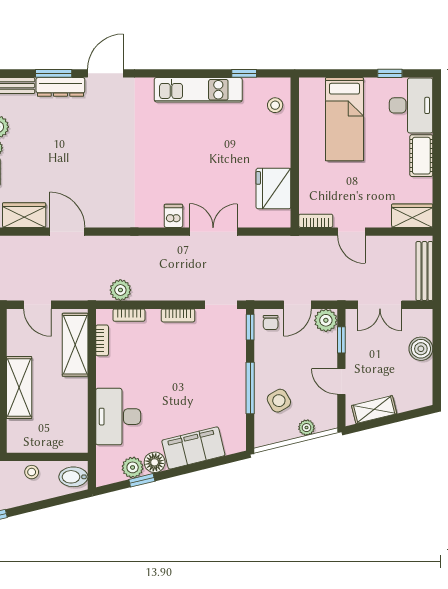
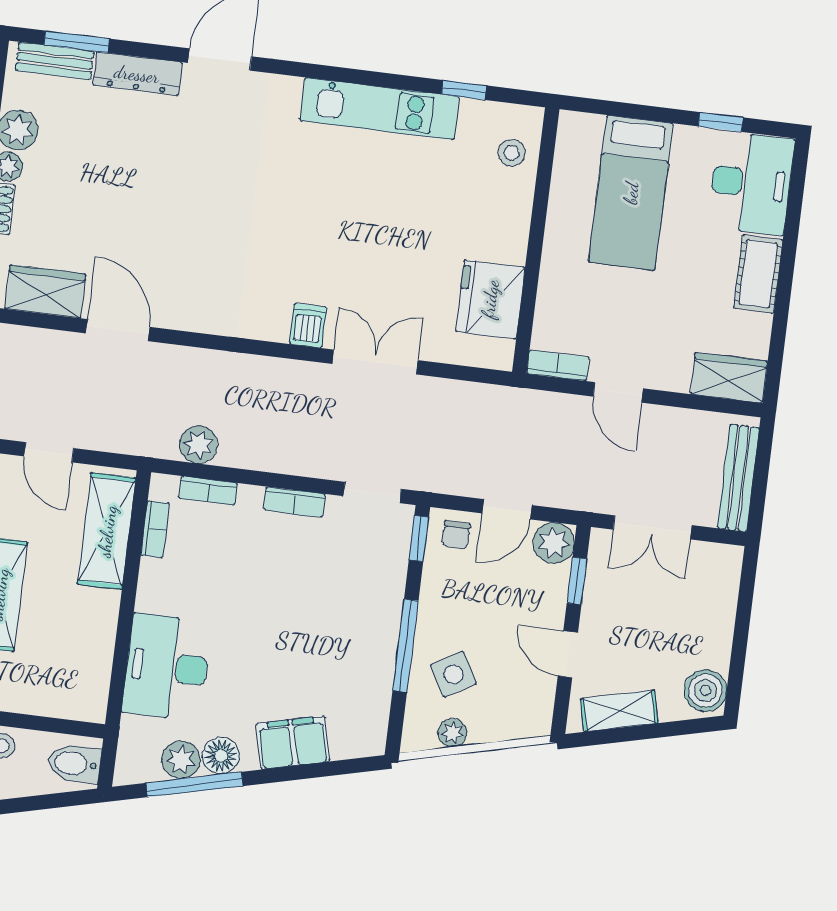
window: (54, 73) -> (77, 42), moved
boiler: (421, 349) -> (705, 691), moved
plant: (307, 428) -> (452, 733), moved
filing cabinet: (193, 448) -> (293, 743), width x0.67, depth x0.86
window: (142, 480) -> (194, 784), width x2.17

